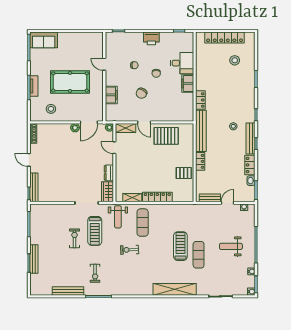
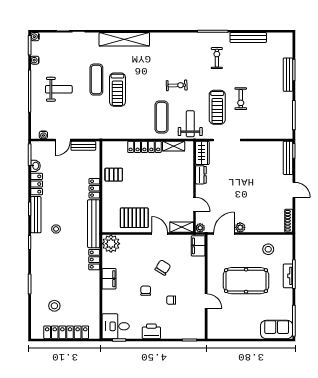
desk: (182, 63) -> (116, 326), moved
filing cabinet: (111, 95) -> (198, 246), moved
plant: (186, 114) -> (111, 244), added
treadmill: (95, 231) -> (217, 107), turned 180

